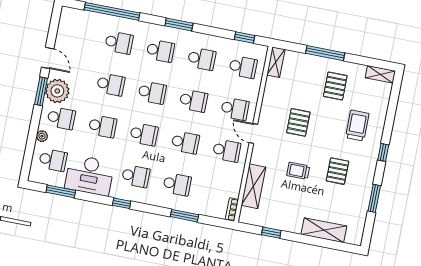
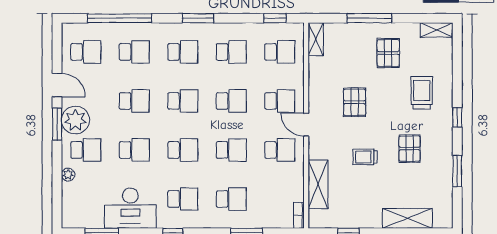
school desk: (53, 160) -> (86, 52), moved

